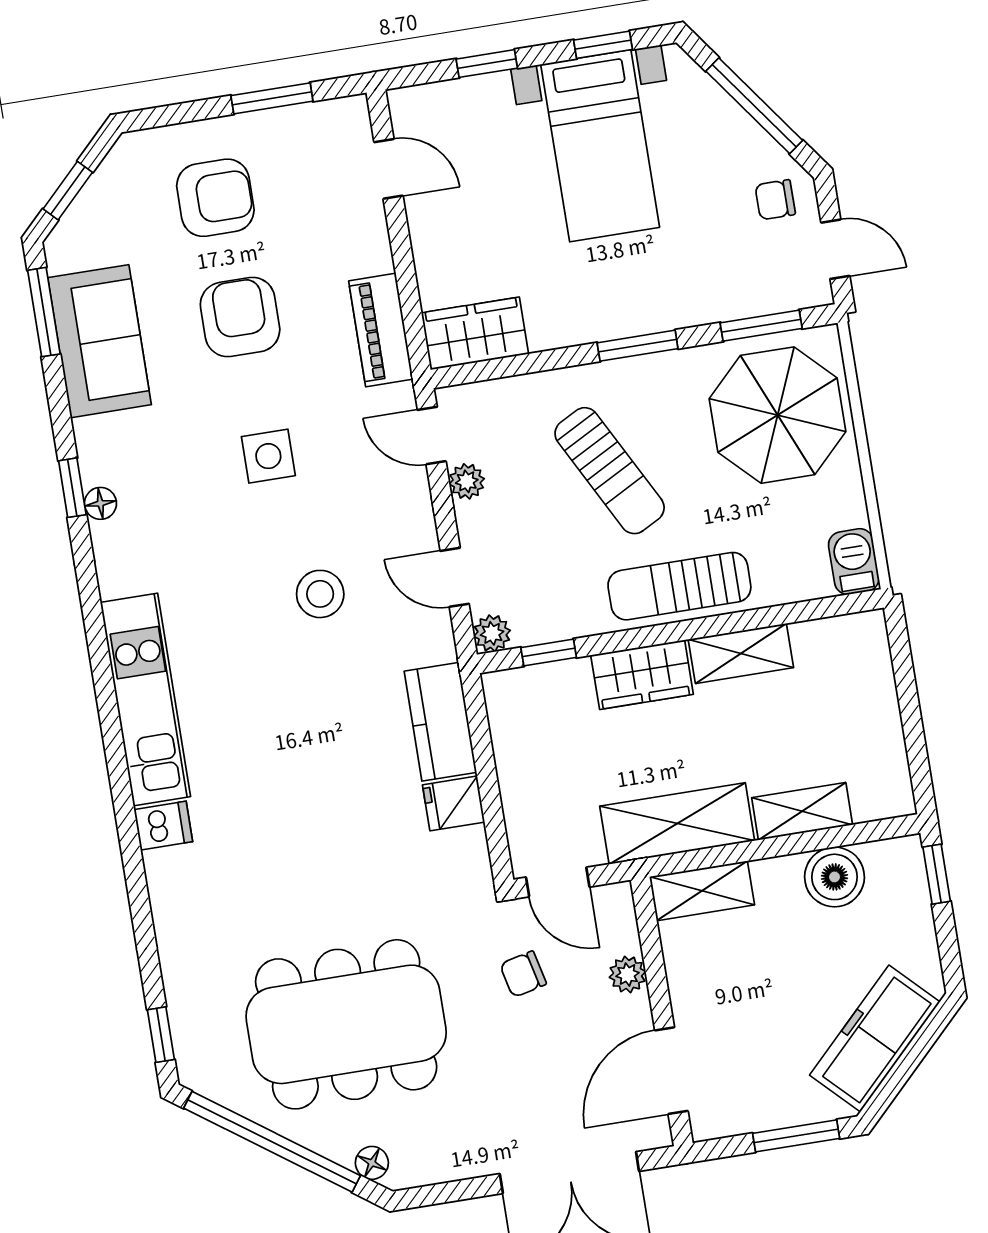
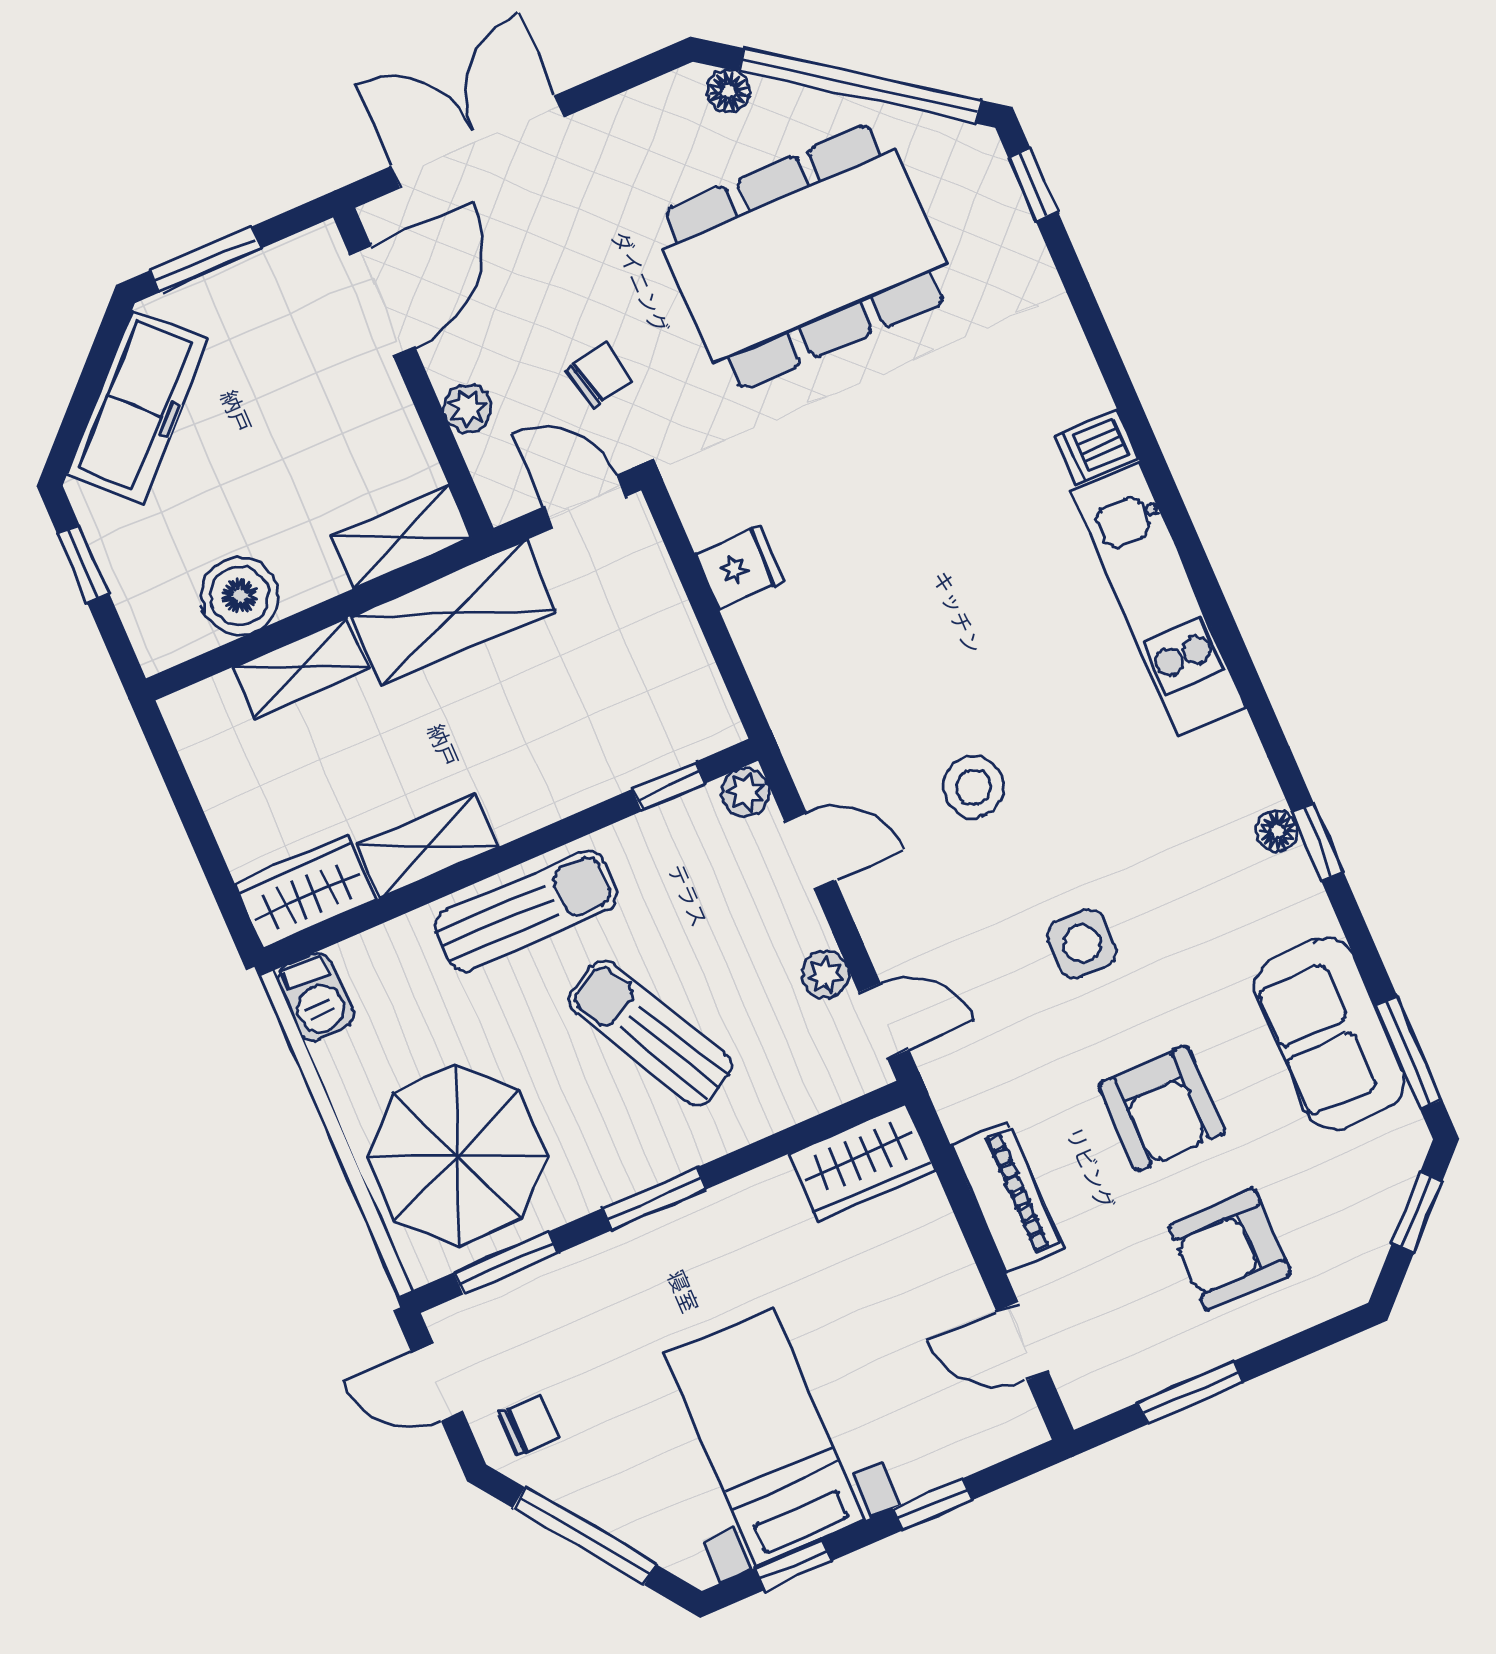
piano: (381, 330) -> (1007, 1197), moved
wardrobe: (642, 675) -> (305, 892), moved
kitchen counter: (440, 722) -> (782, 665), removed
window: (937, 874) -> (83, 564), moved

